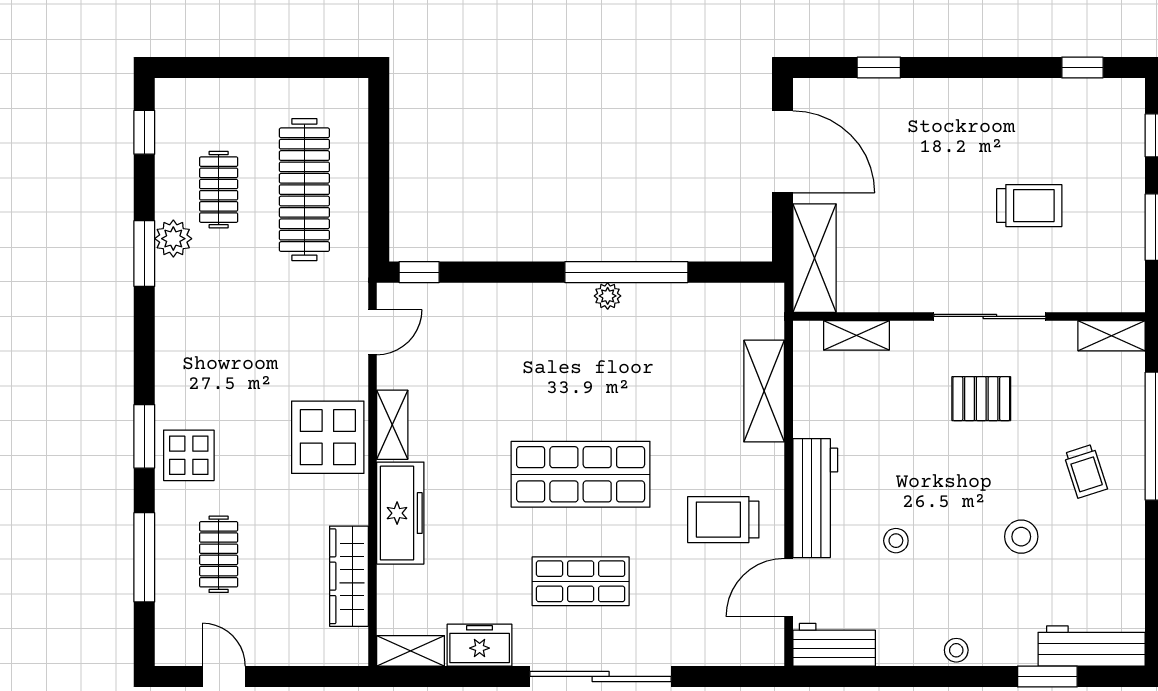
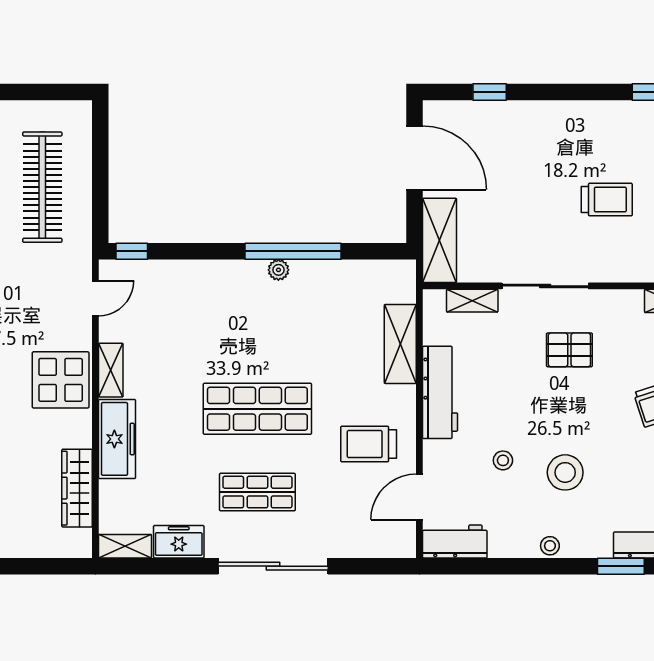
sliding door: (990, 316) -> (545, 286), moved
workbench: (815, 498) -> (440, 392), moved
stool: (1021, 537) -> (565, 472), moved, width x1.38, depth x1.38

